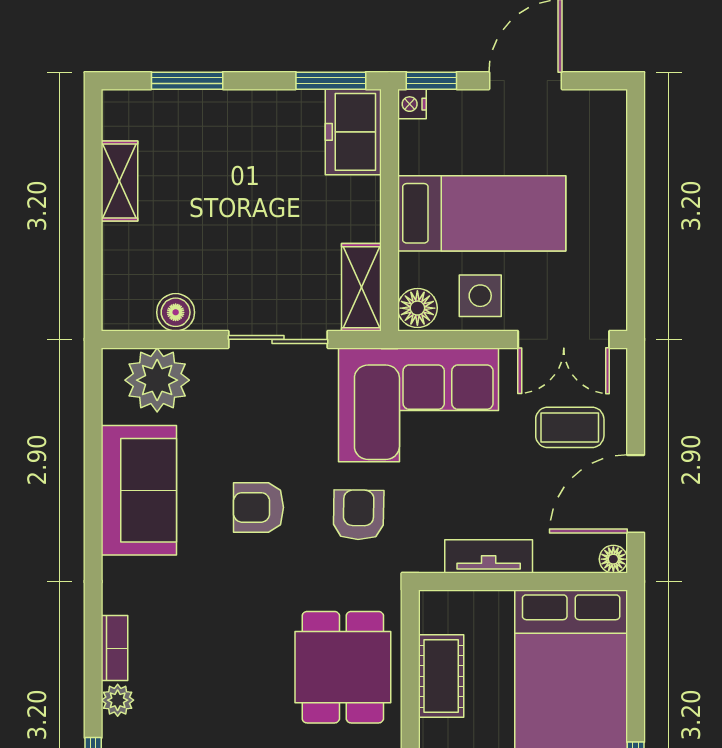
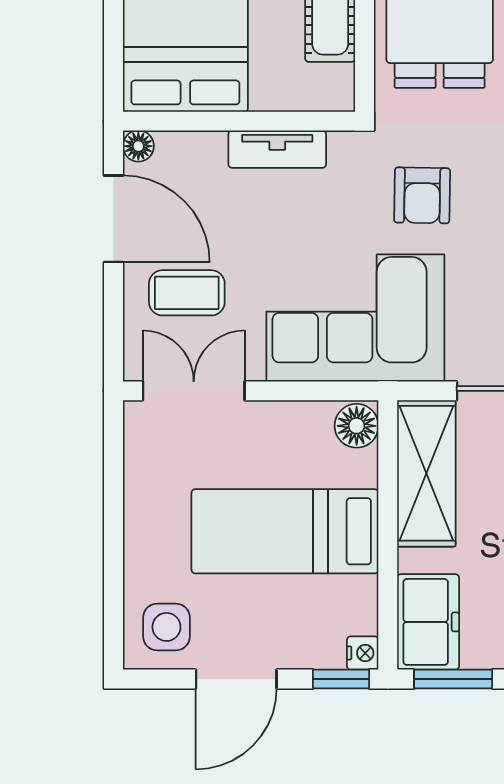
shelving: (361, 287) -> (426, 473), width x1.50, depth x1.33
side table: (480, 296) -> (166, 627), moved
door: (636, 494) -> (114, 219), hinge flipped

